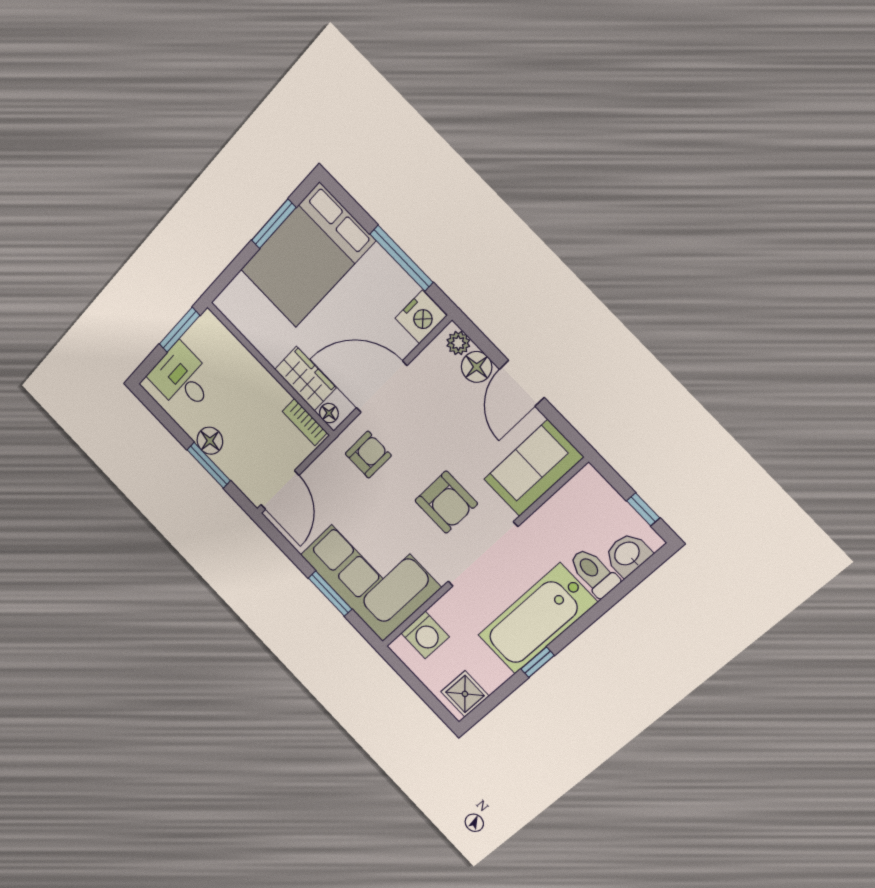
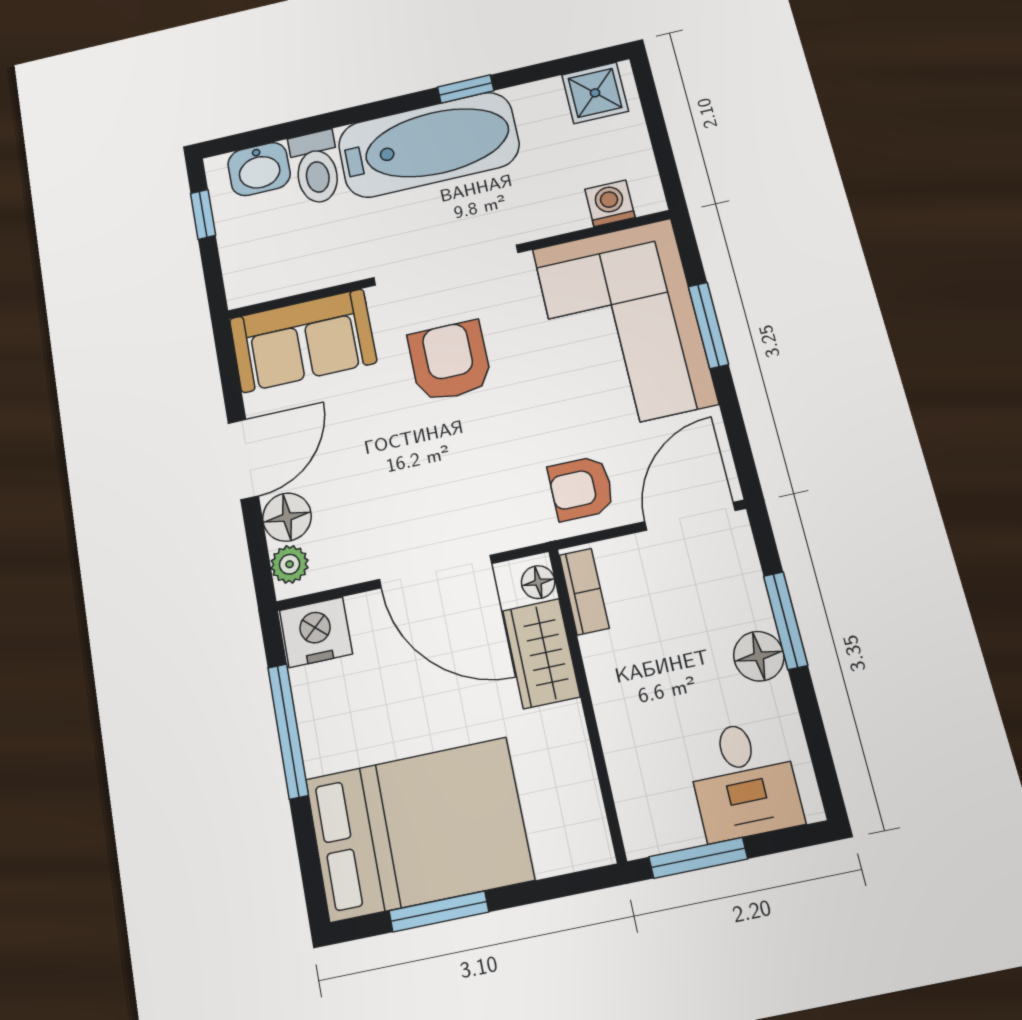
armchair: (368, 455) -> (581, 488), moved
washing machine: (425, 635) -> (610, 203), width x0.73, depth x0.73

